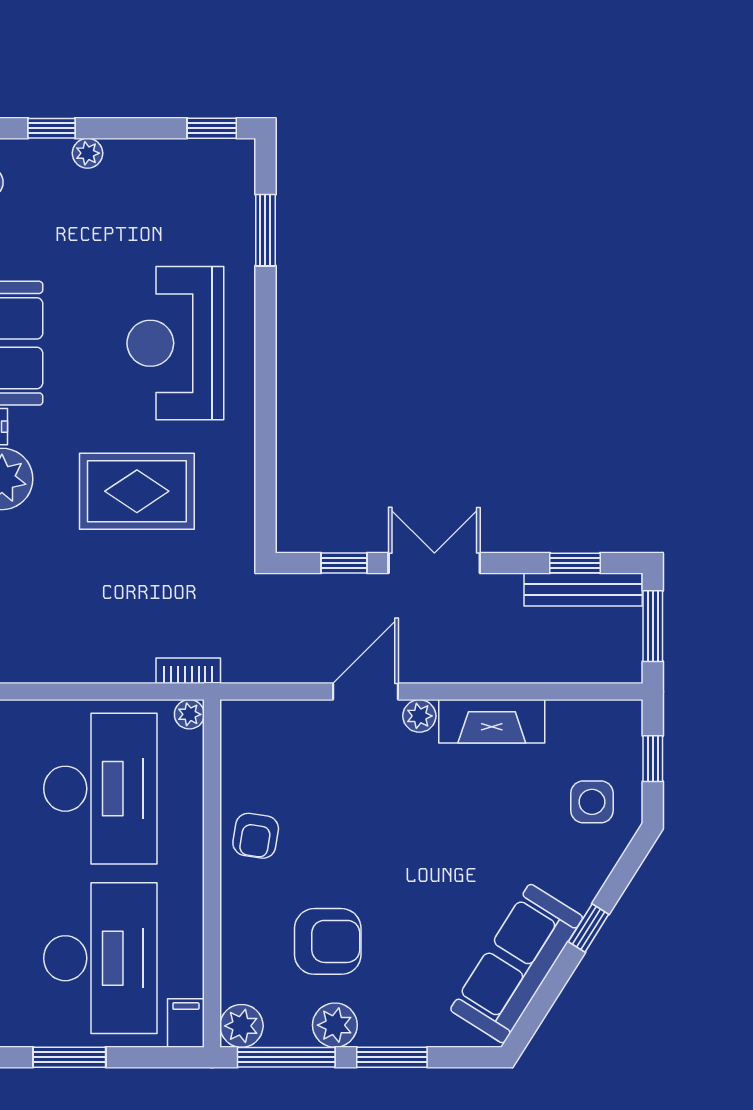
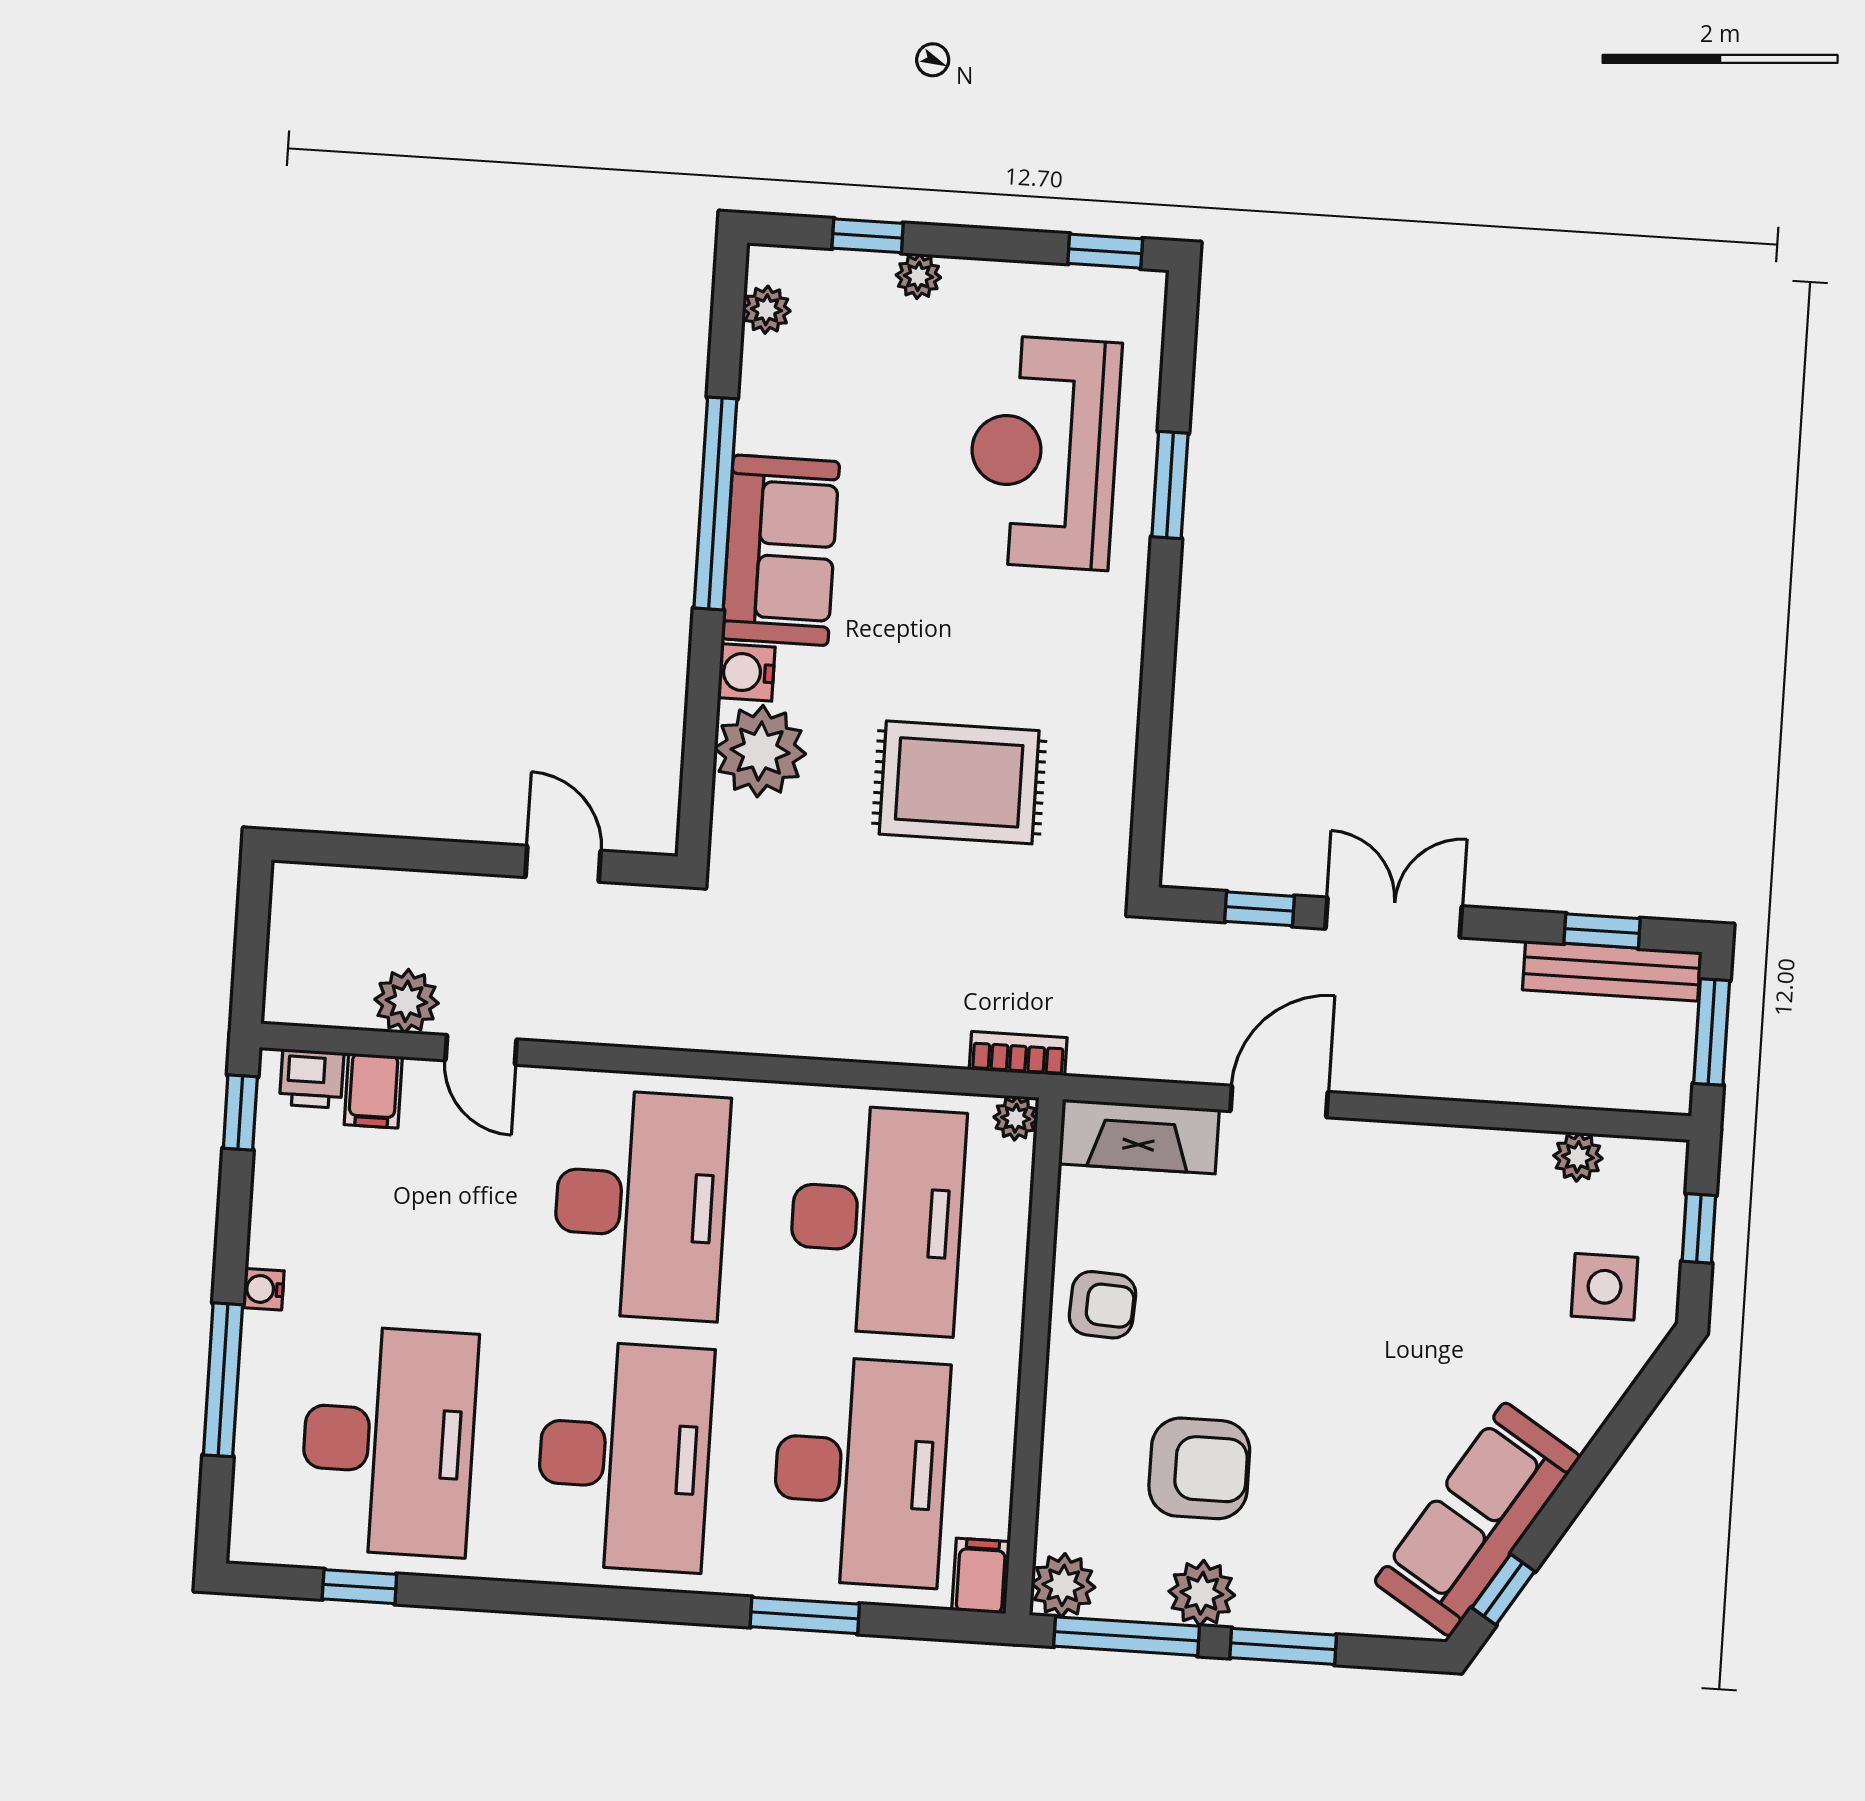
window: (265, 230) -> (1170, 485), moved
reception desk: (175, 343) -> (1044, 452), moved
plant: (419, 716) -> (1578, 1157), moved
fireplace: (492, 721) -> (1139, 1137), moved
armchair: (256, 836) -> (1102, 1305), turned -96
window: (589, 928) -> (1503, 1589), moved

